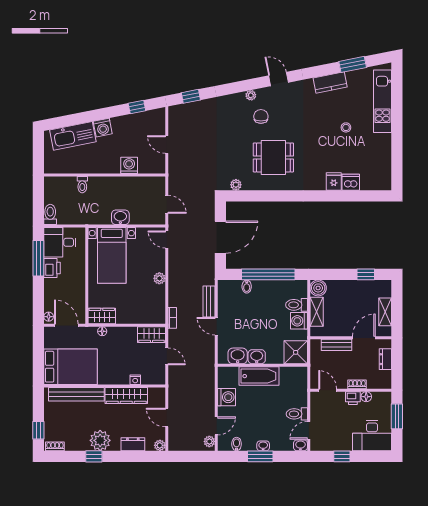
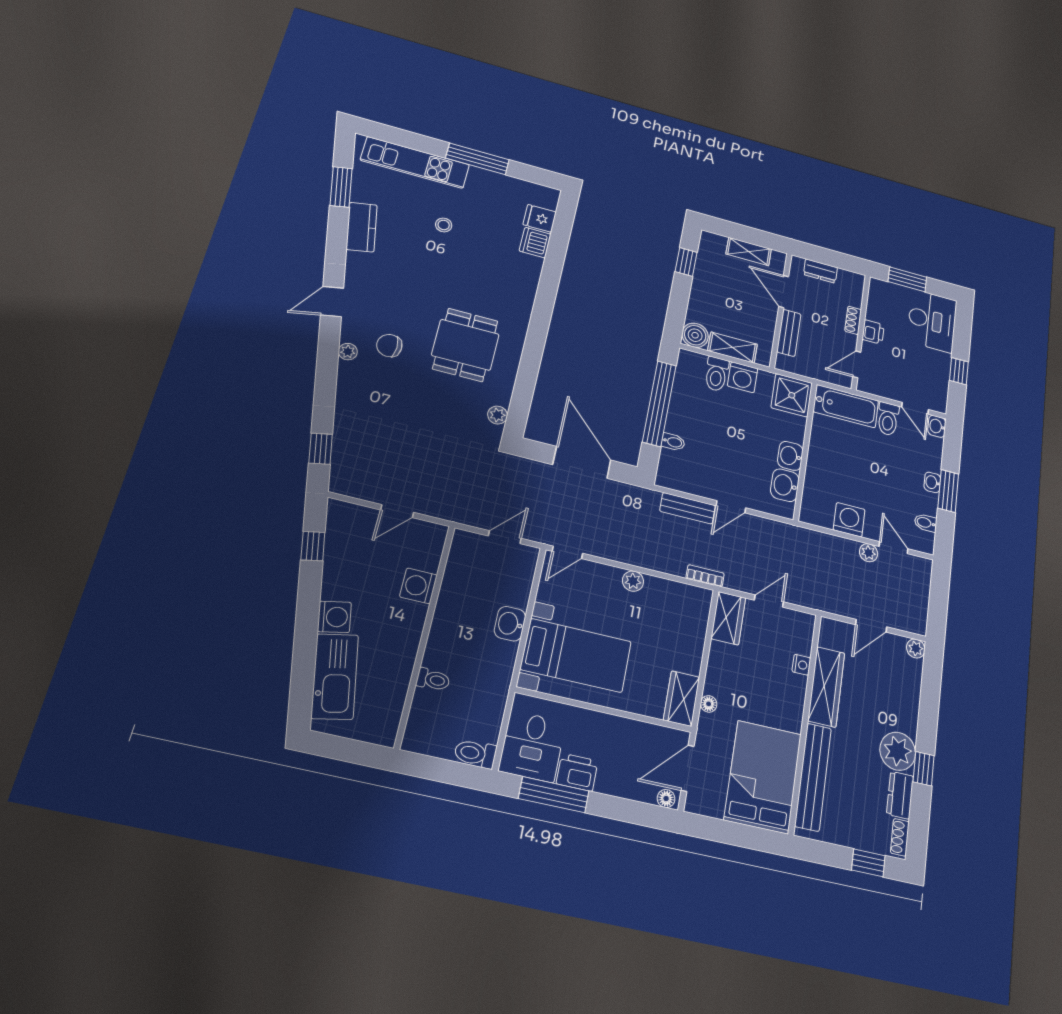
window: (397, 136) -> (477, 159), added
fridge: (334, 181) -> (540, 218), moved
bathtub: (259, 376) -> (846, 406), moved, turned 90
floor lamp: (366, 397) -> (873, 313), removed
plant: (209, 441) -> (869, 553), moved
dresser: (133, 444) -> (900, 795), moved

